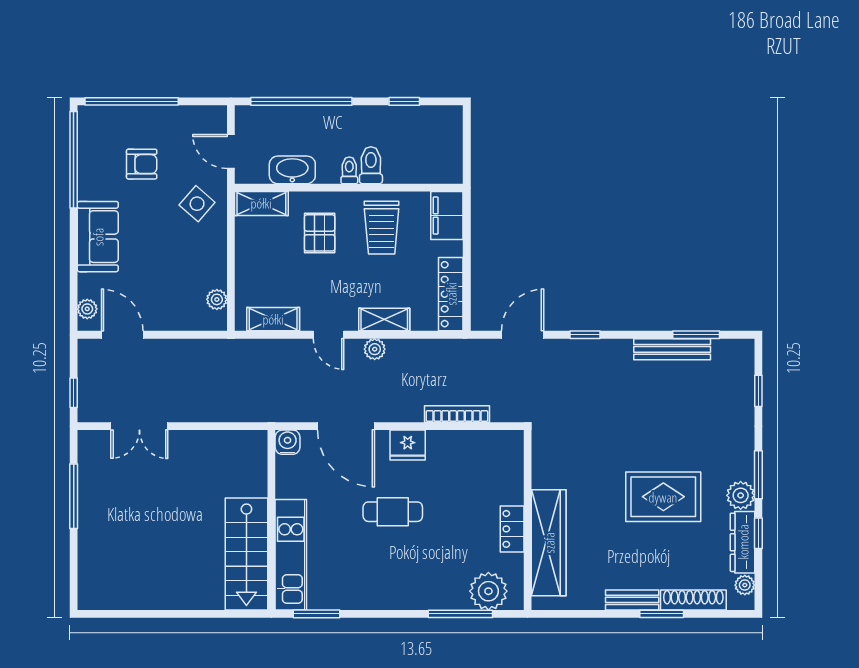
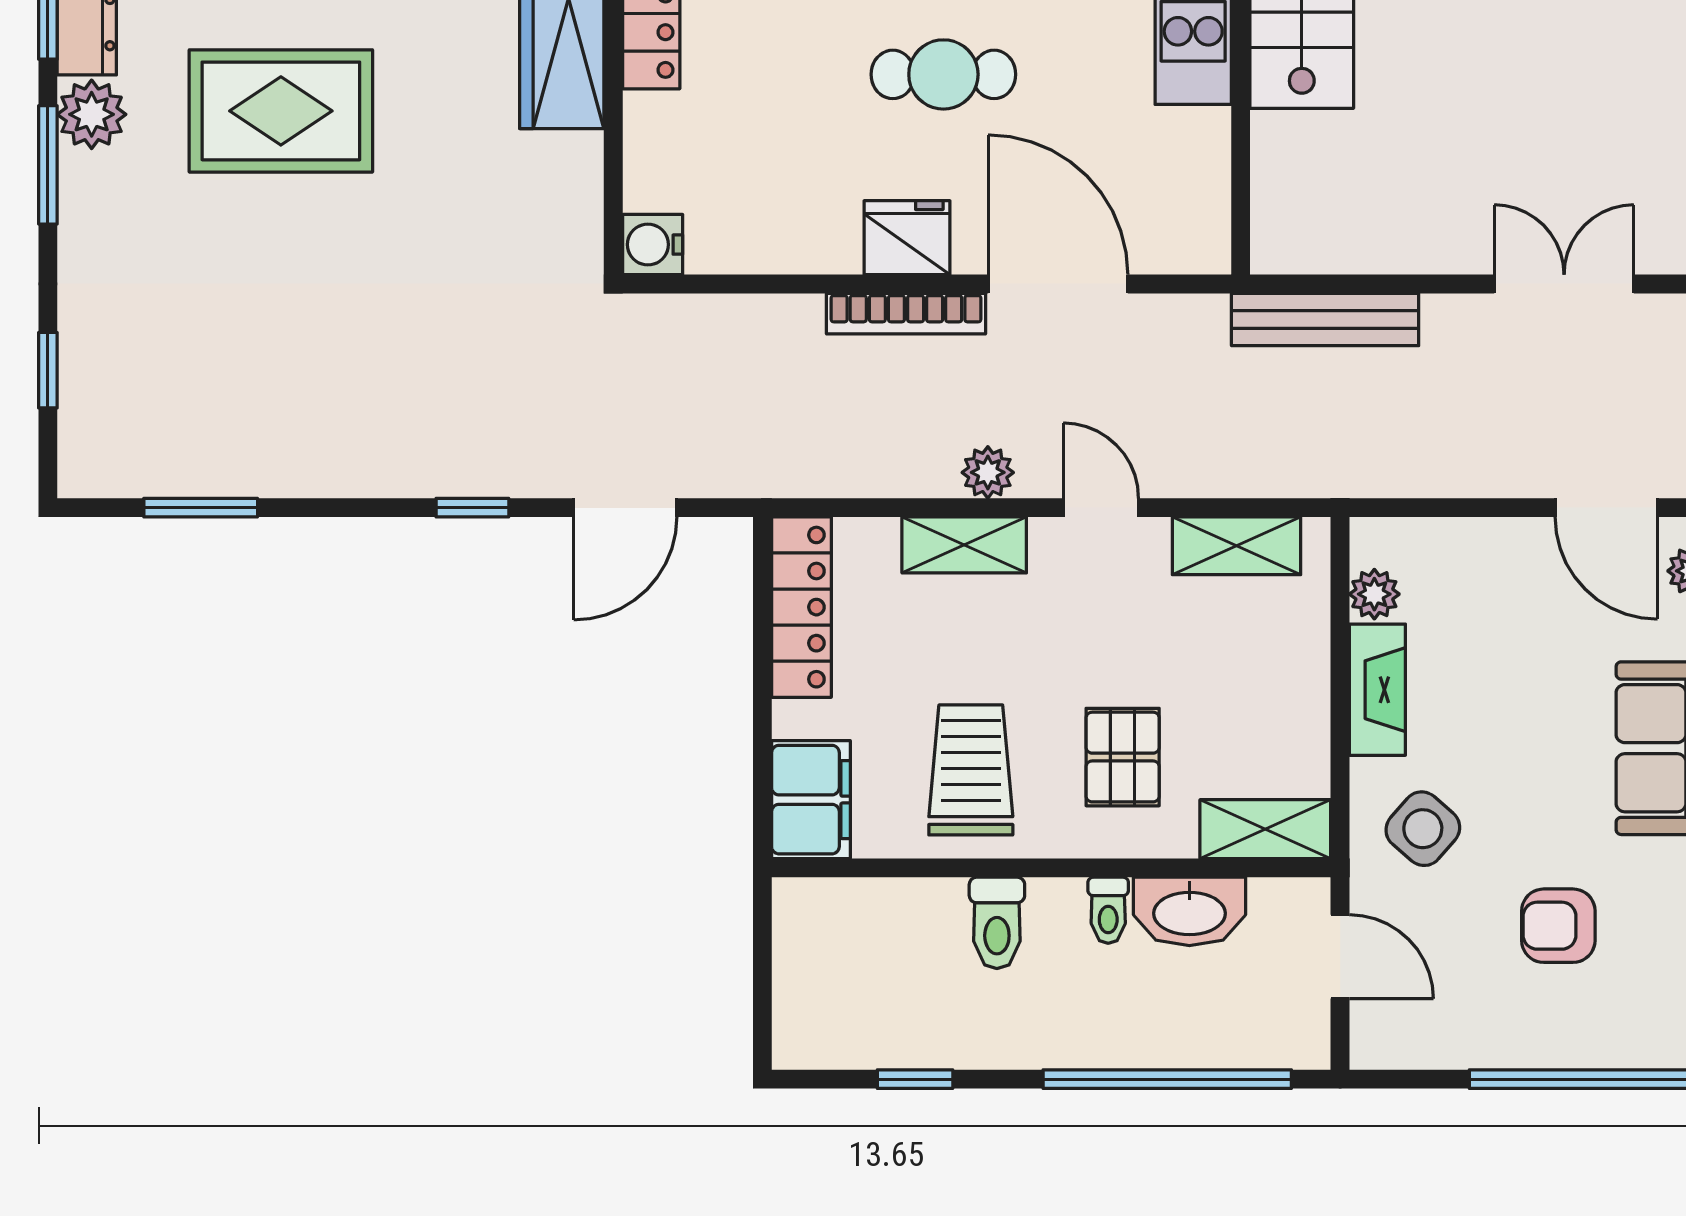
toilet: (349, 170) -> (1108, 910), moved
fireplace: (216, 260) -> (1377, 690), added
bench: (672, 349) -> (1325, 319), moved
bookcase: (457, 414) -> (906, 314), moved
water cooler: (288, 442) -> (653, 245), moved, turned 90

